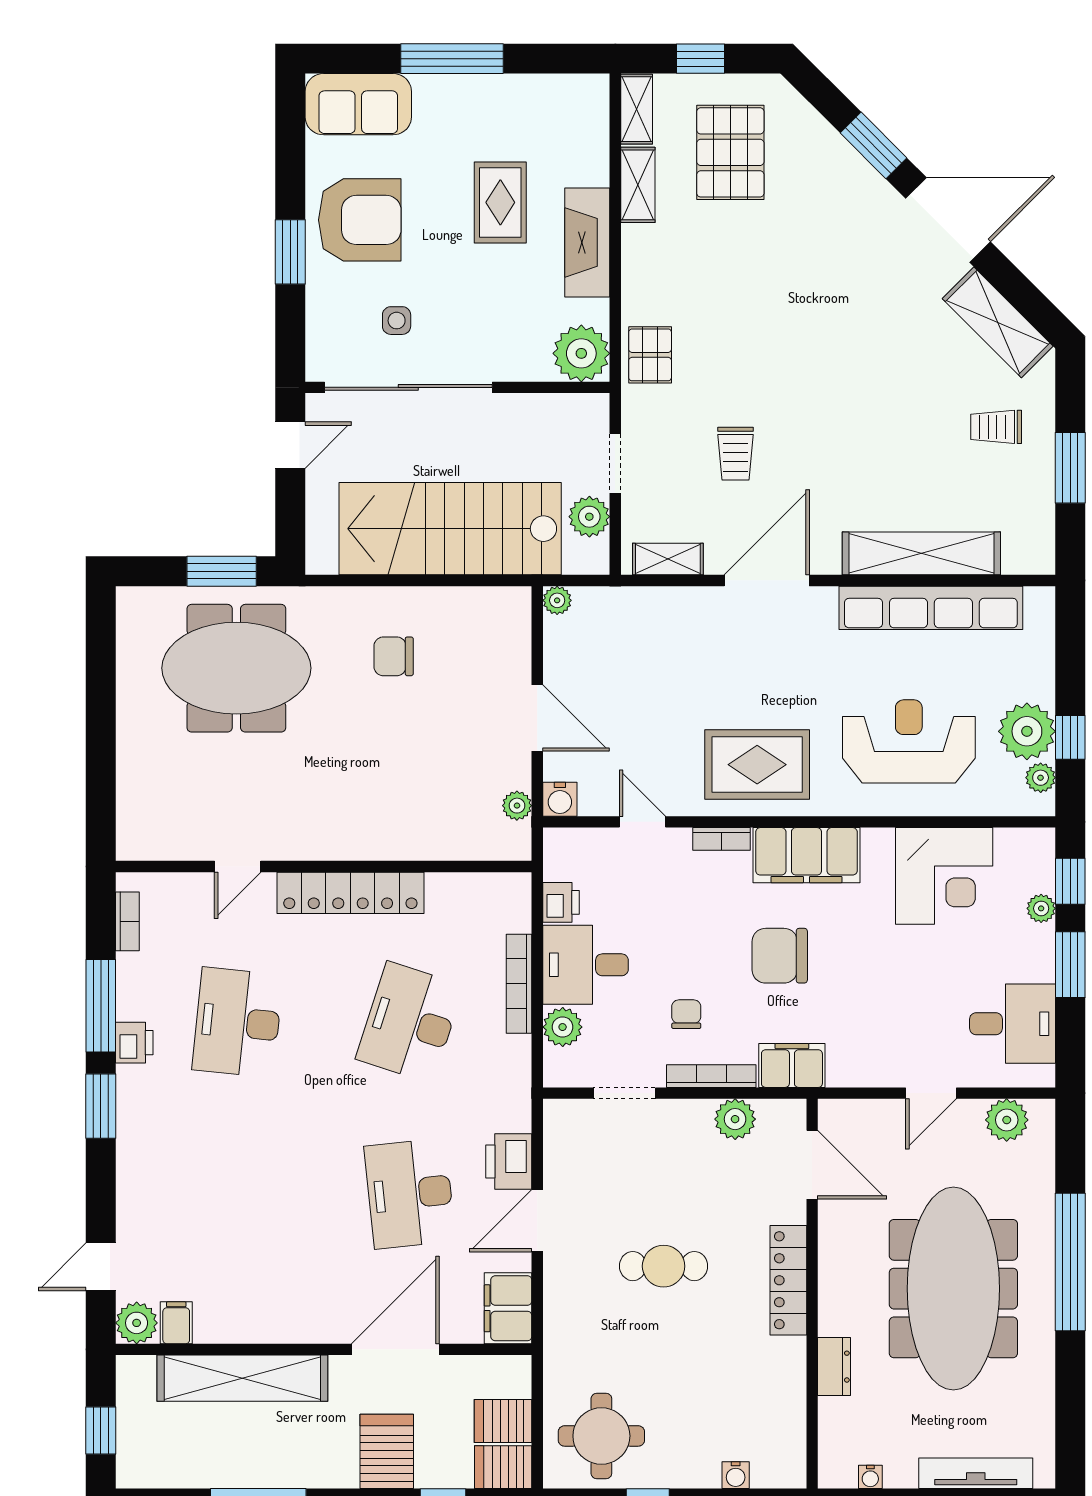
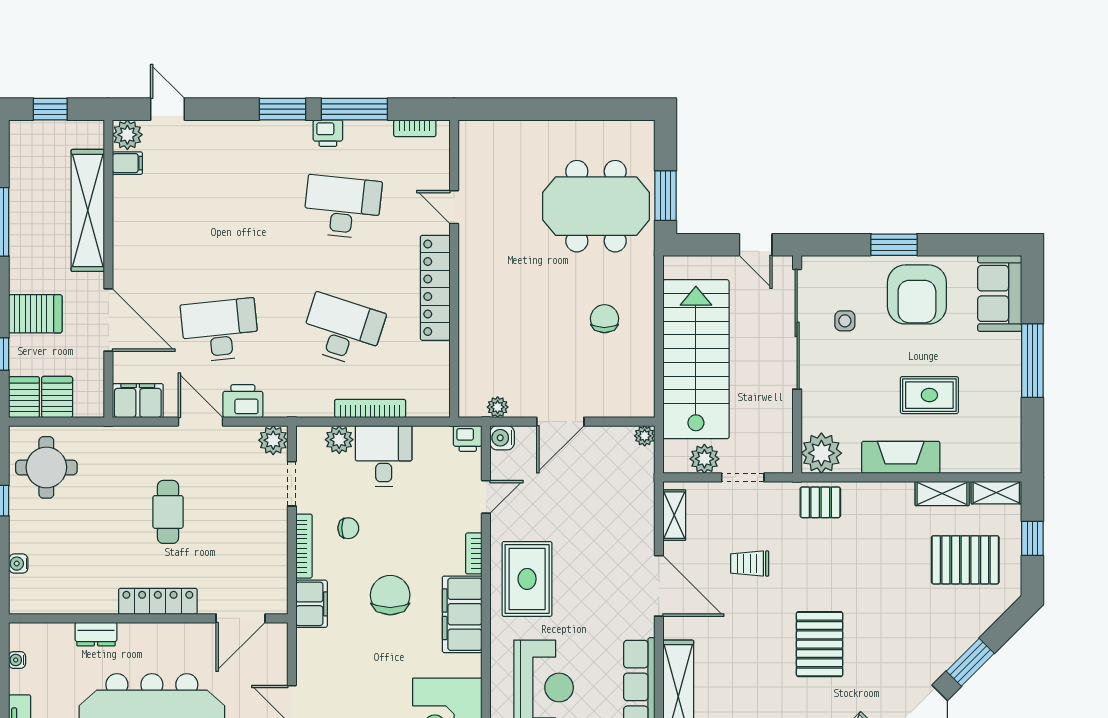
pallet: (848, 356) -> (820, 644), added
meeting table: (236, 668) -> (596, 206), turned 90
printer: (561, 902) -> (468, 438), moved
plant: (735, 1119) -> (273, 440), moved

